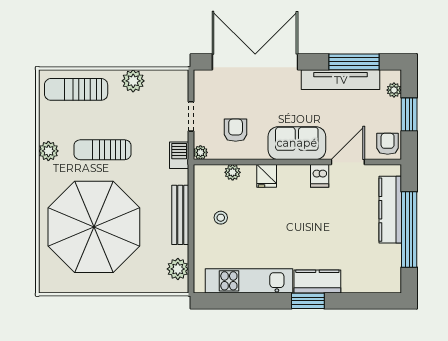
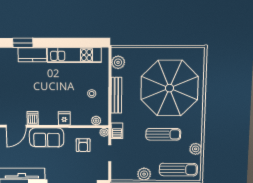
plant: (48, 151) -> (196, 149), moved
plant: (233, 172) -> (96, 121), moved
window: (308, 301) -> (23, 43), moved

